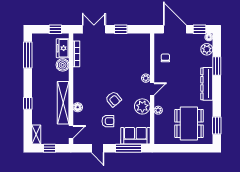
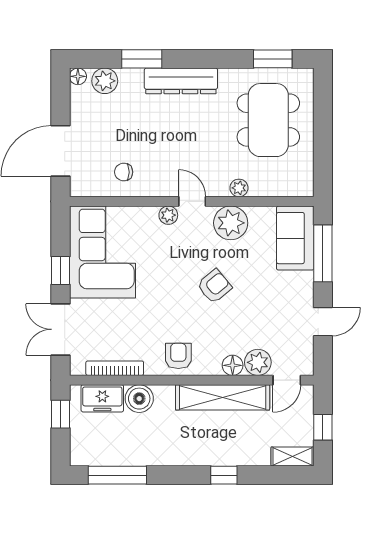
window: (199, 29) -> (60, 97), removed
corner sofa: (129, 48) -> (102, 252), added
plant: (79, 119) -> (258, 362), added
armchair: (108, 121) -> (178, 356), moved
dining table: (189, 124) -> (268, 120), turned 90
door: (71, 132) -> (287, 380), swing flipped

